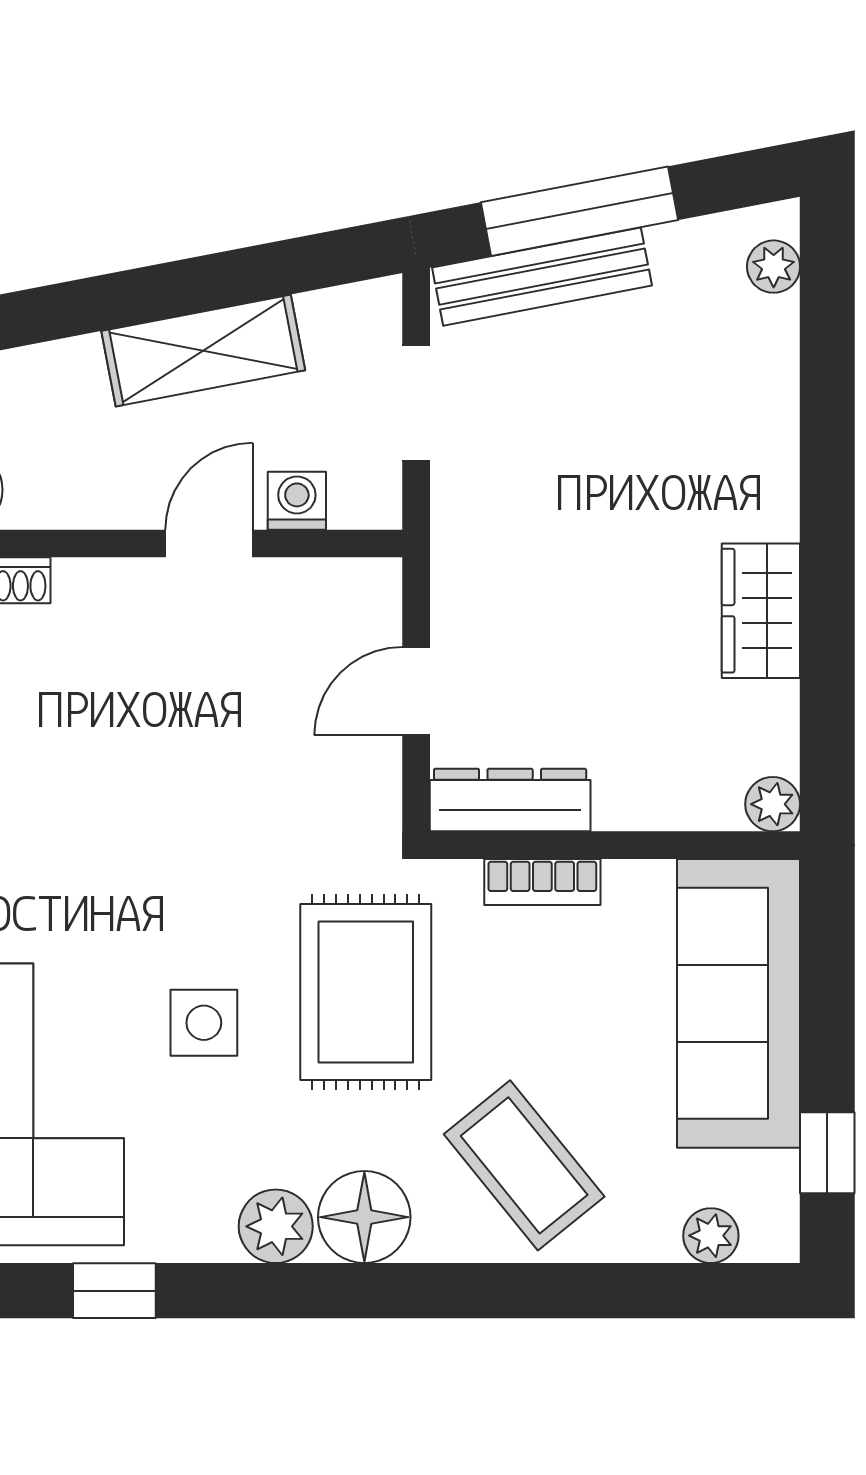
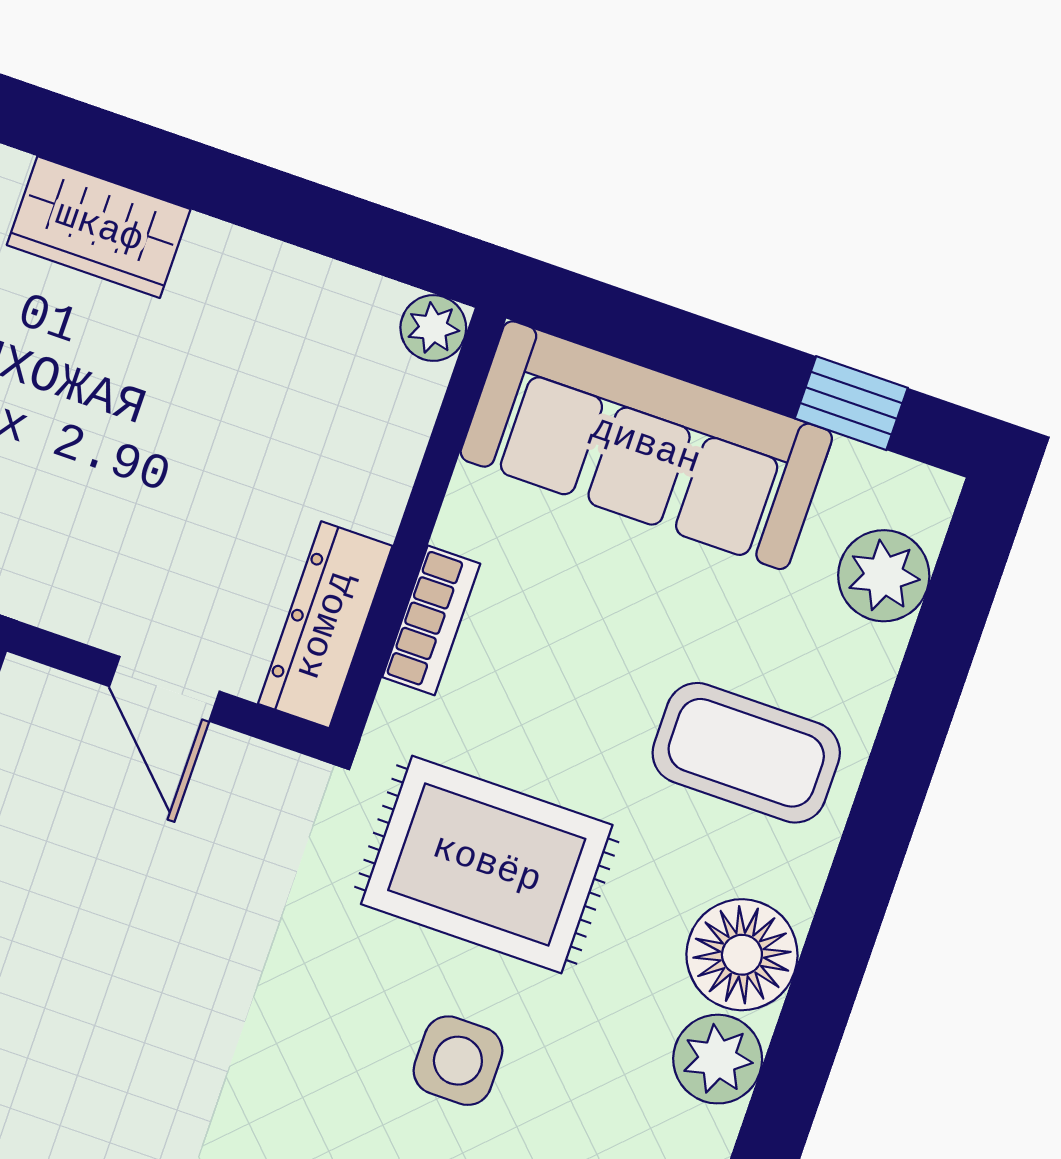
wardrobe: (761, 611) -> (99, 227), moved
coffee table: (524, 1165) -> (746, 753), turned 39
plant: (711, 1236) -> (884, 576), width x1.38, depth x1.38

